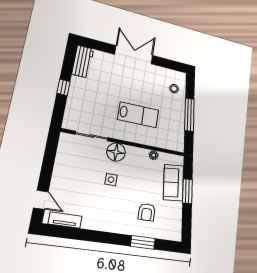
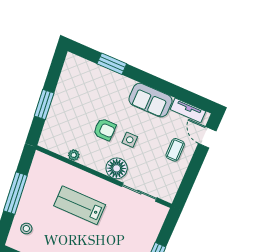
coffee table: (69, 181) -> (175, 150), added
sofa: (174, 183) -> (150, 100), moved, turned 96
armchair: (147, 212) -> (105, 129), moved, turned 90

